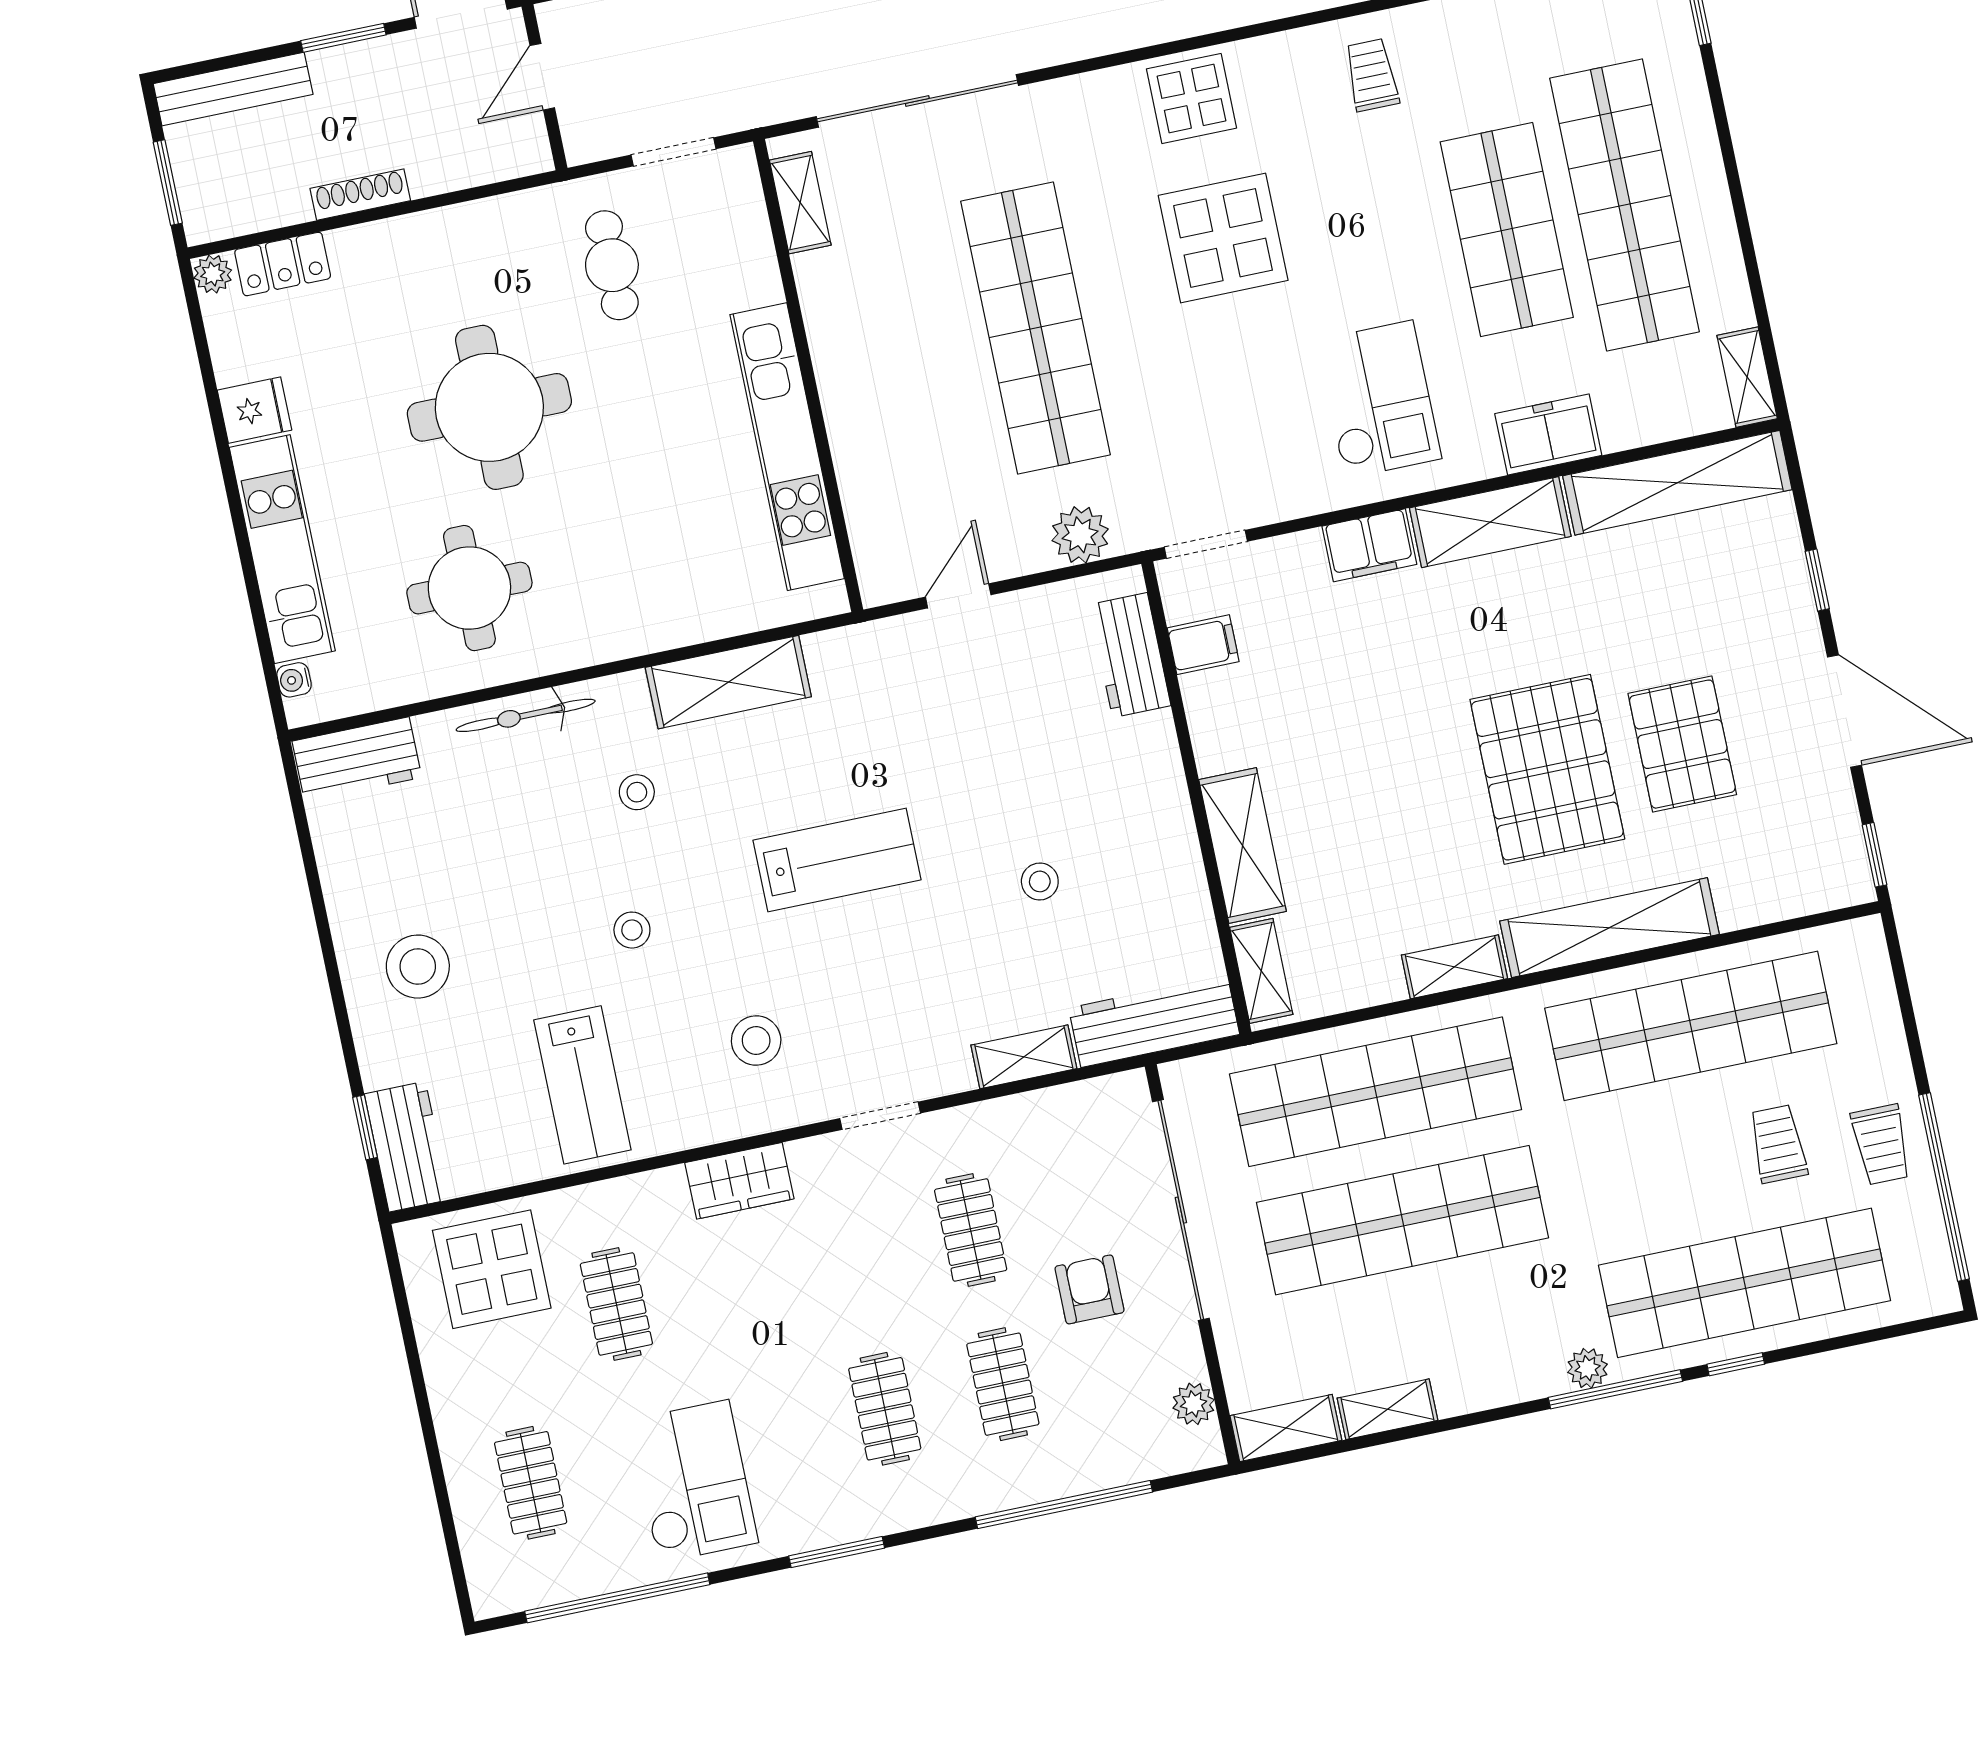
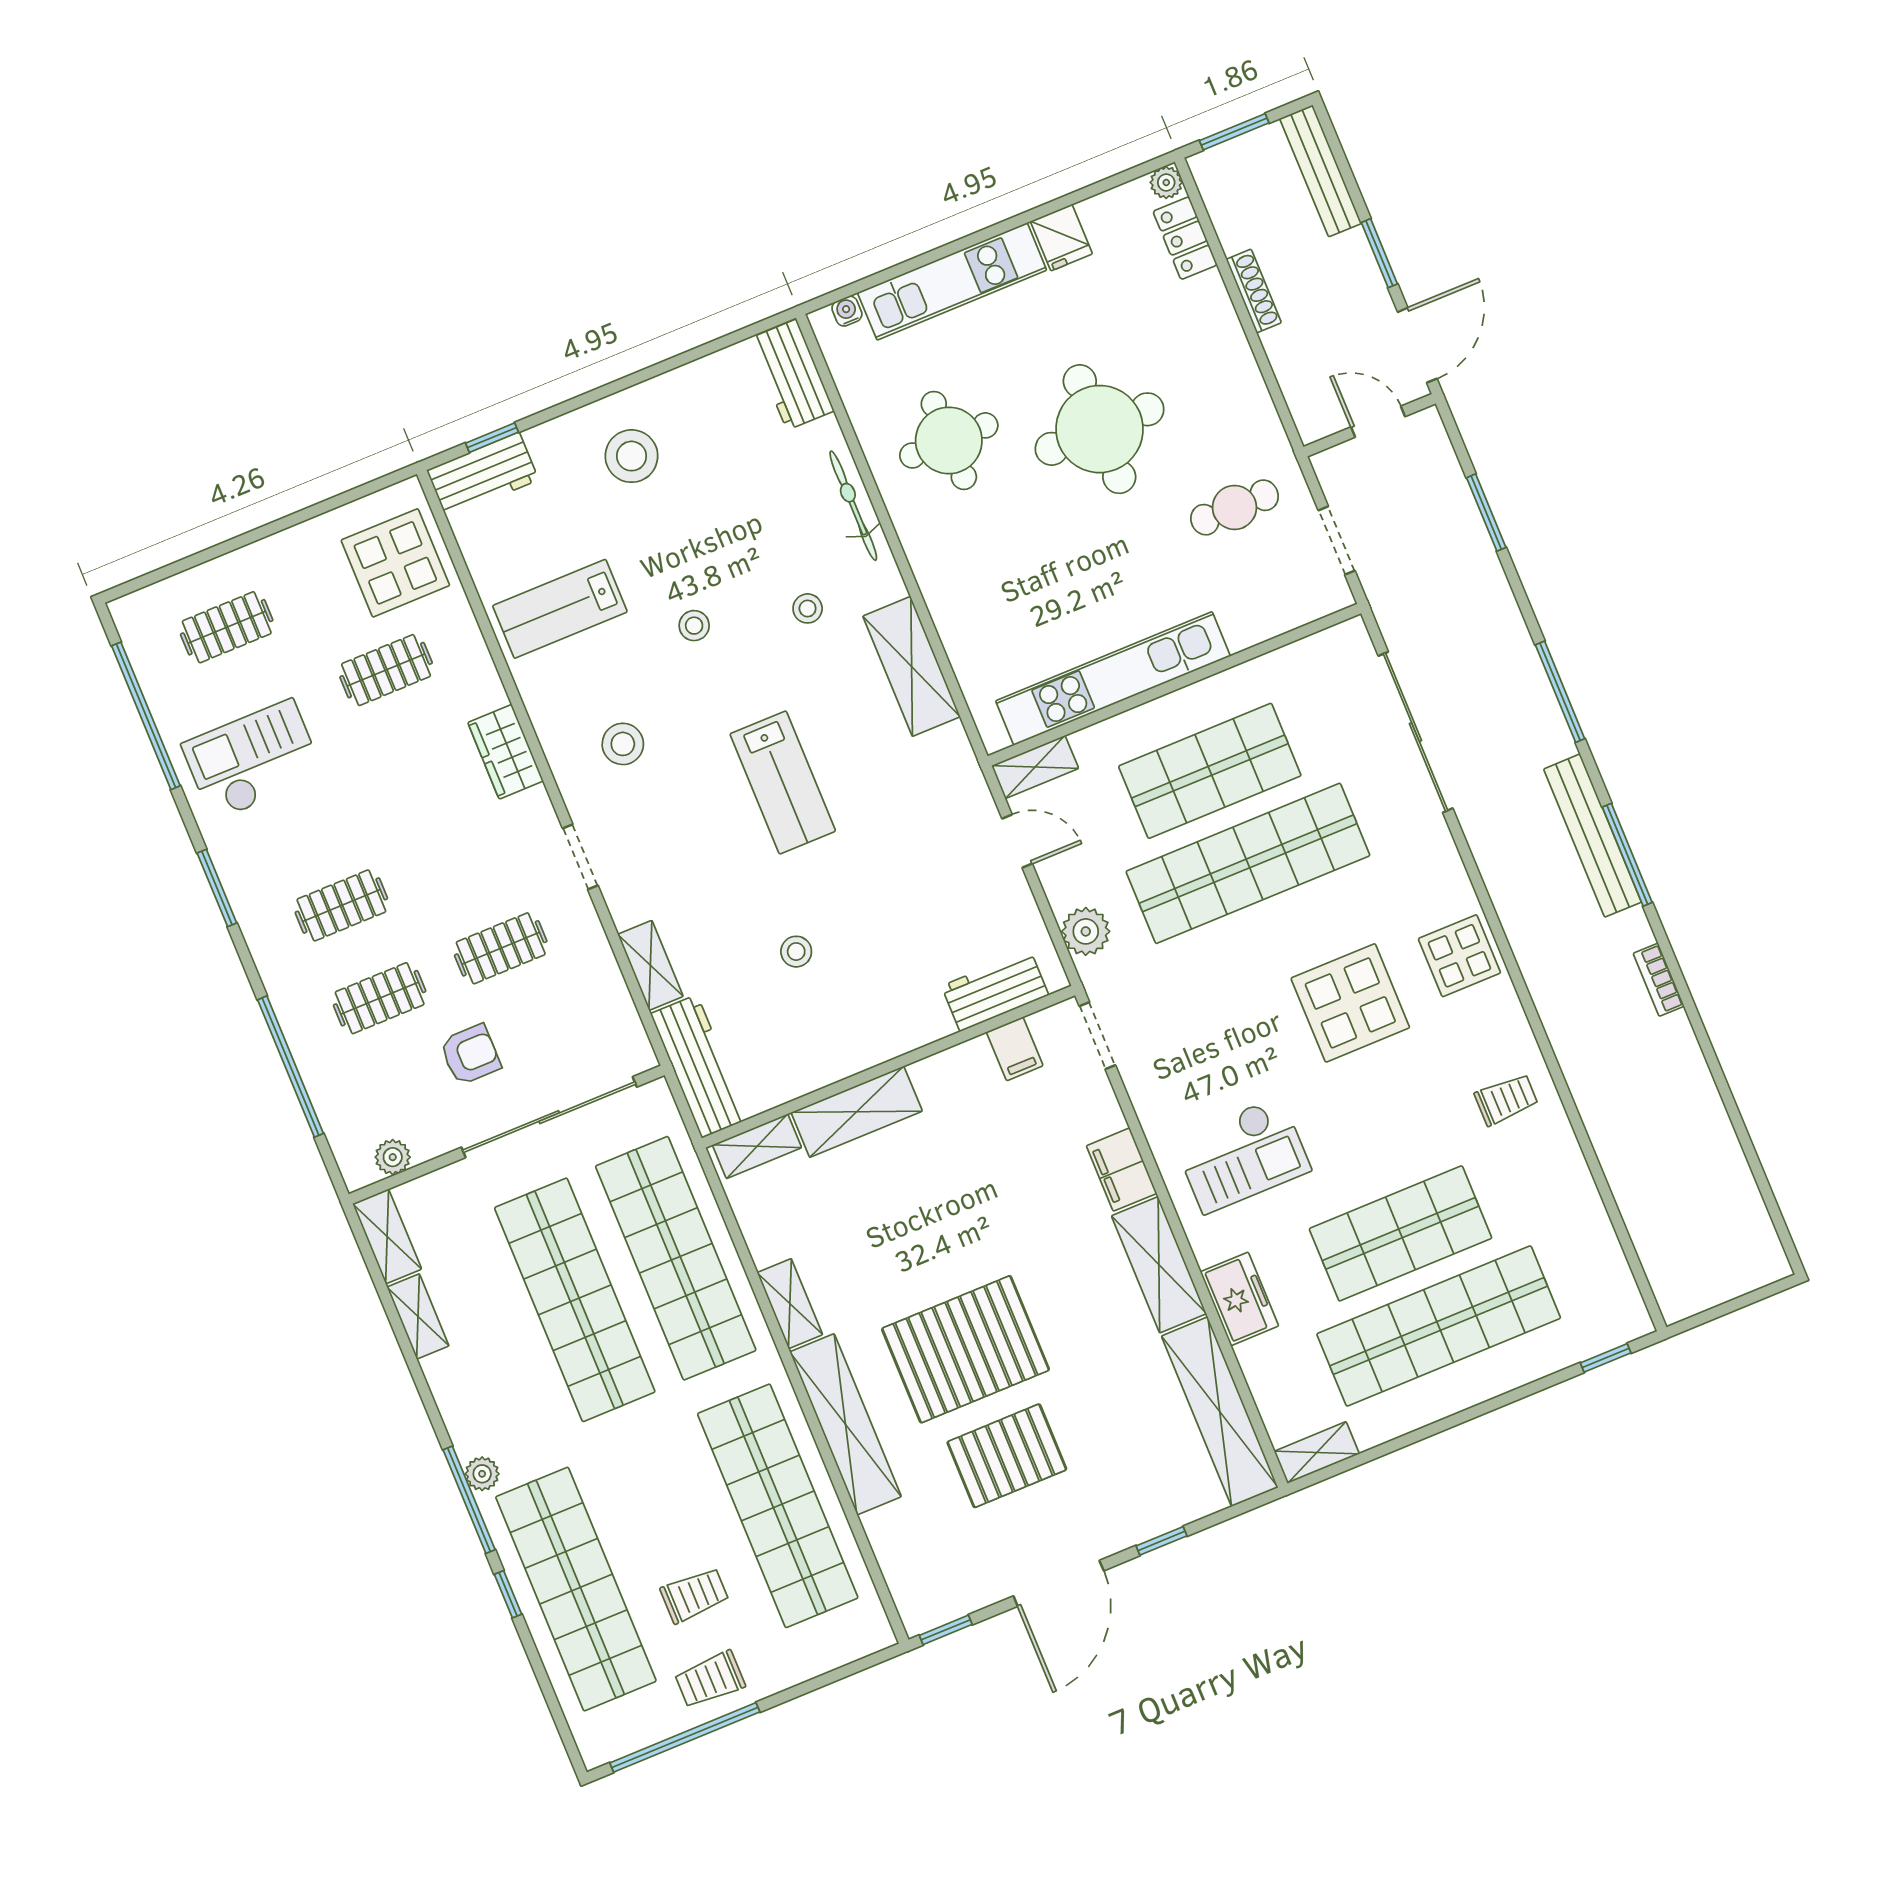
shelving: (800, 203) -> (1035, 767), moved
shop shelf: (918, 353) -> (1210, 771), added
checkout: (693, 1481) -> (253, 760), turned 180

